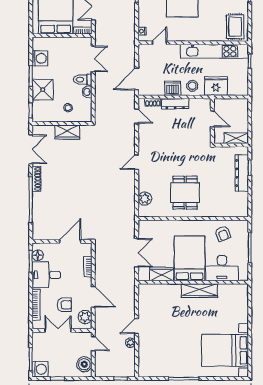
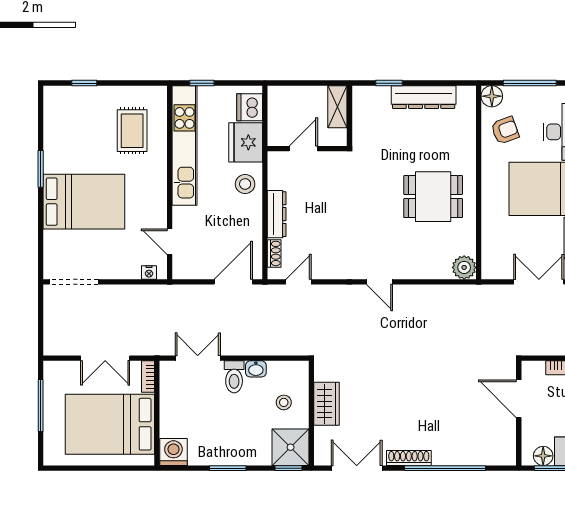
rug: (235, 27) -> (132, 131), moved, turned 90
washing machine: (40, 58) -> (173, 452), moved
door: (137, 79) -> (233, 282), swing flipped
dishwasher: (173, 88) -> (250, 107), moved
shower: (43, 90) -> (291, 447), moved
dresser: (242, 173) -> (424, 97), moved
plant: (145, 199) -> (464, 267), moved
floor lamp: (242, 226) -> (492, 96), added

